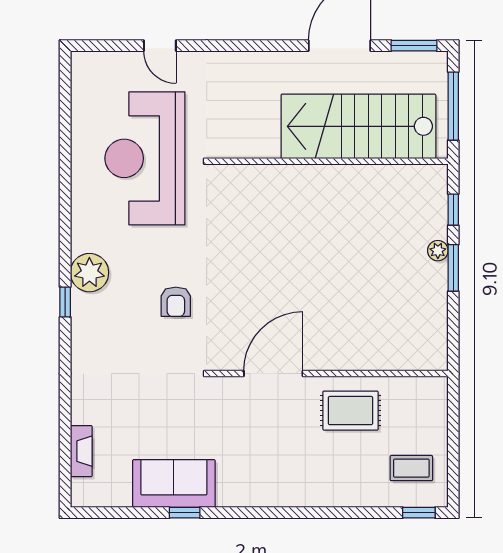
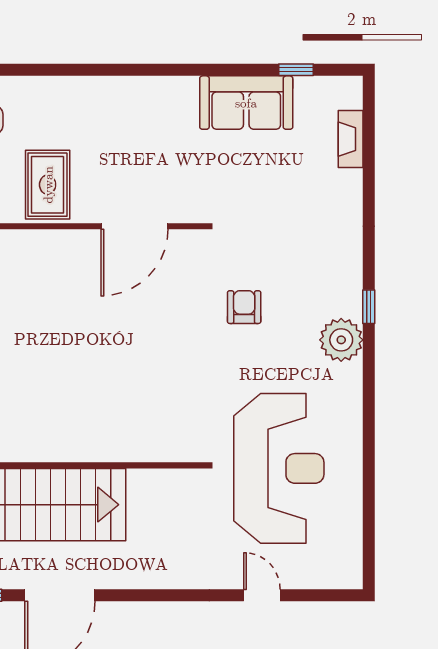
rug: (350, 411) -> (48, 185), turned 90
window: (185, 513) -> (296, 70), moved

